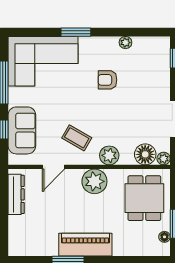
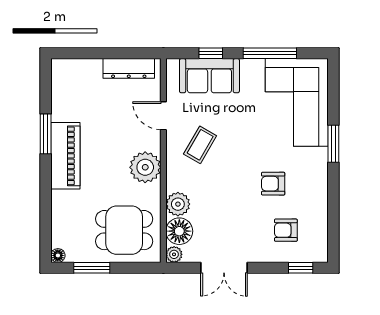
plant: (125, 43) -> (320, 206), removed
armchair: (144, 70) -> (286, 230), added
armchair: (107, 80) -> (273, 184), turned -90
plant: (109, 155) -> (178, 204), moved
floor lamp: (164, 237) -> (58, 255), moved

